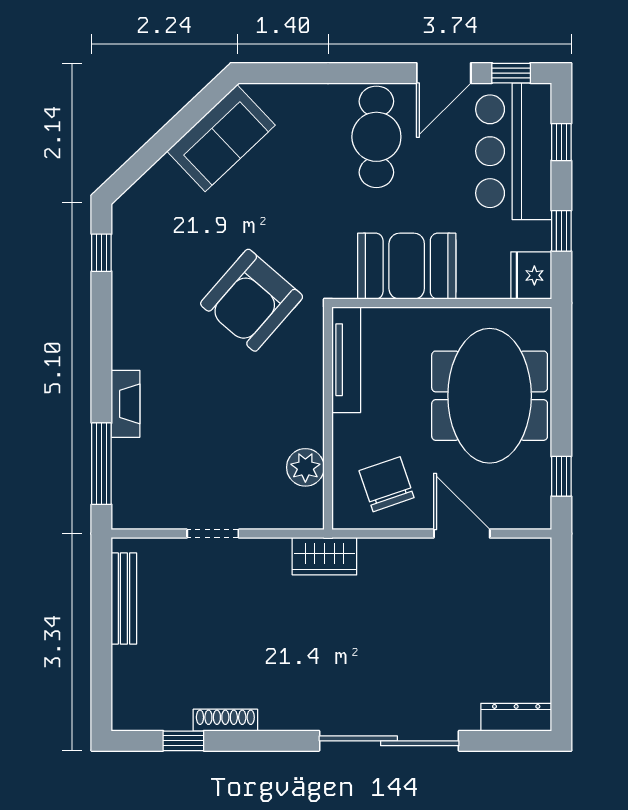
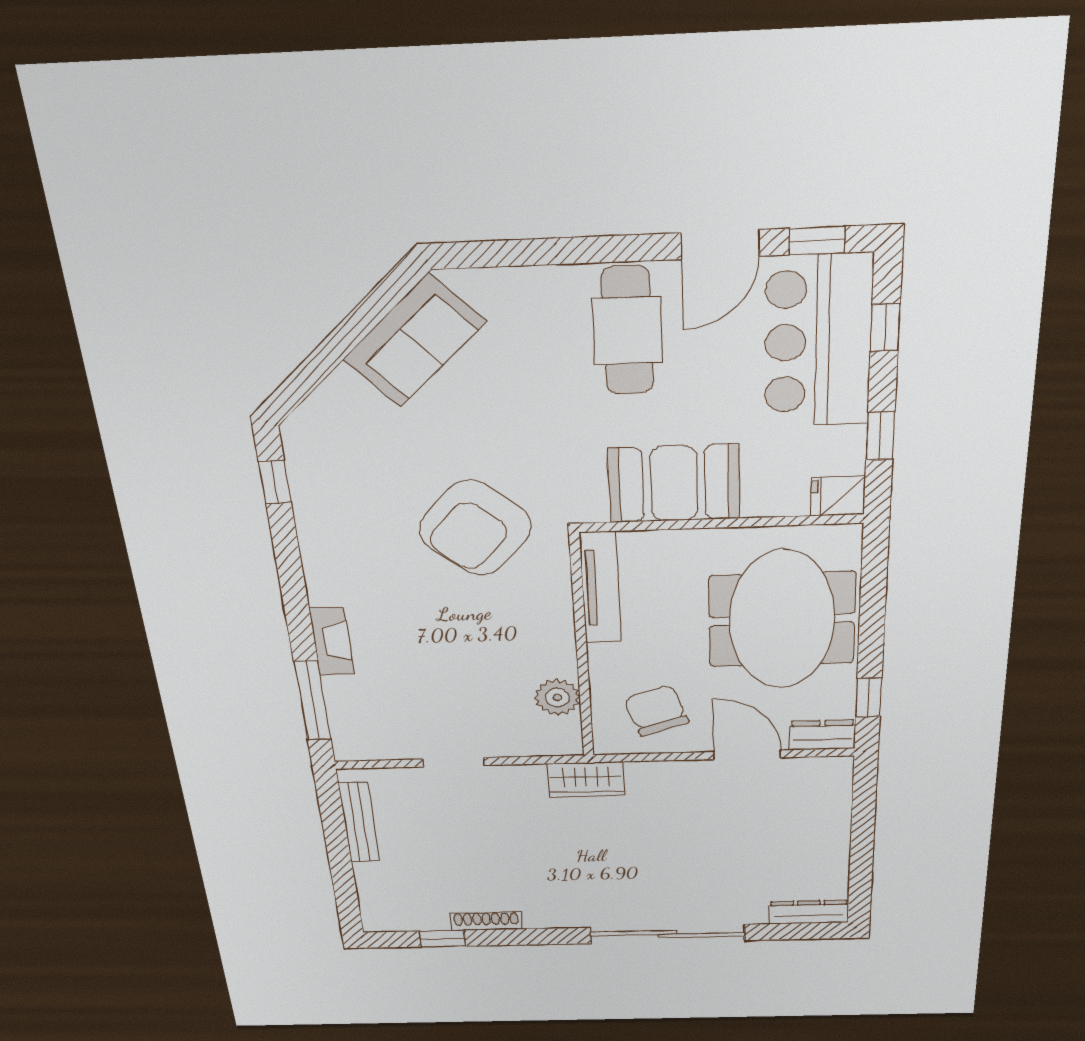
fridge: (531, 275) -> (838, 496), width x0.72
dresser: (524, 514) -> (822, 735), added

